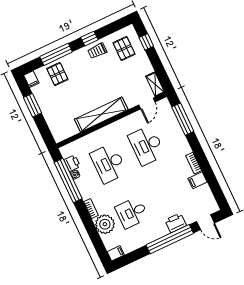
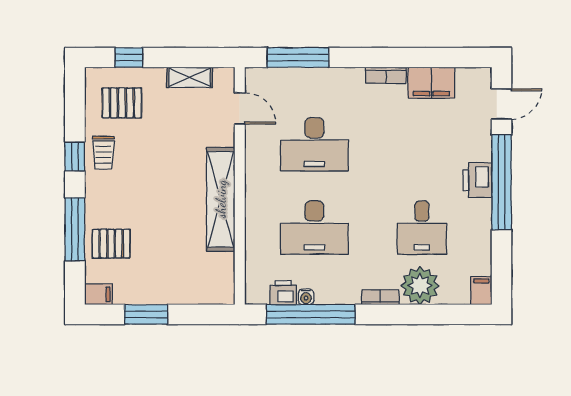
shelving: (155, 84) -> (190, 77), moved
filing cabinet: (198, 180) -> (431, 83), width x2.00
printer: (176, 223) -> (477, 180), moved

